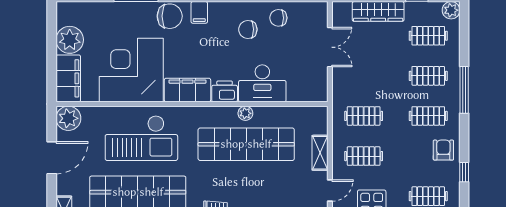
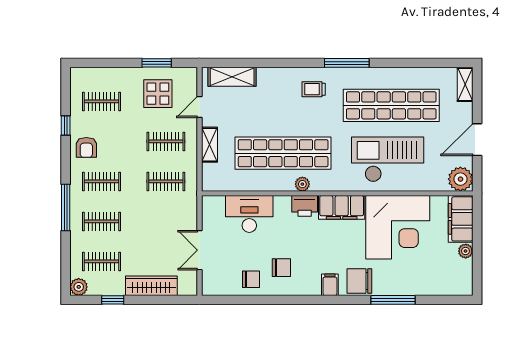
plant: (70, 40) -> (466, 251), width x0.53, depth x0.53
desk: (262, 83) -> (249, 214), moved
plant: (245, 113) -> (302, 184), moved

